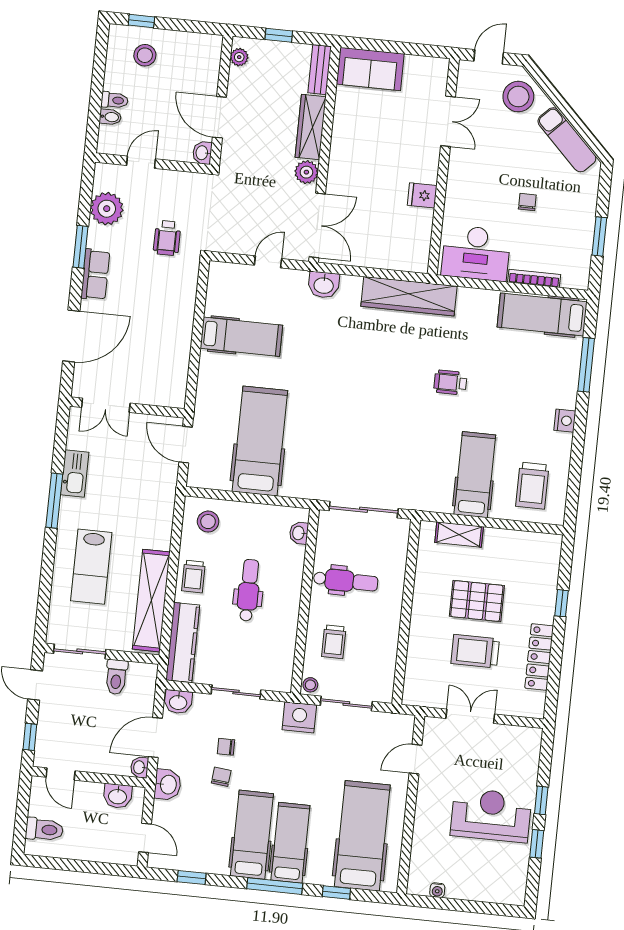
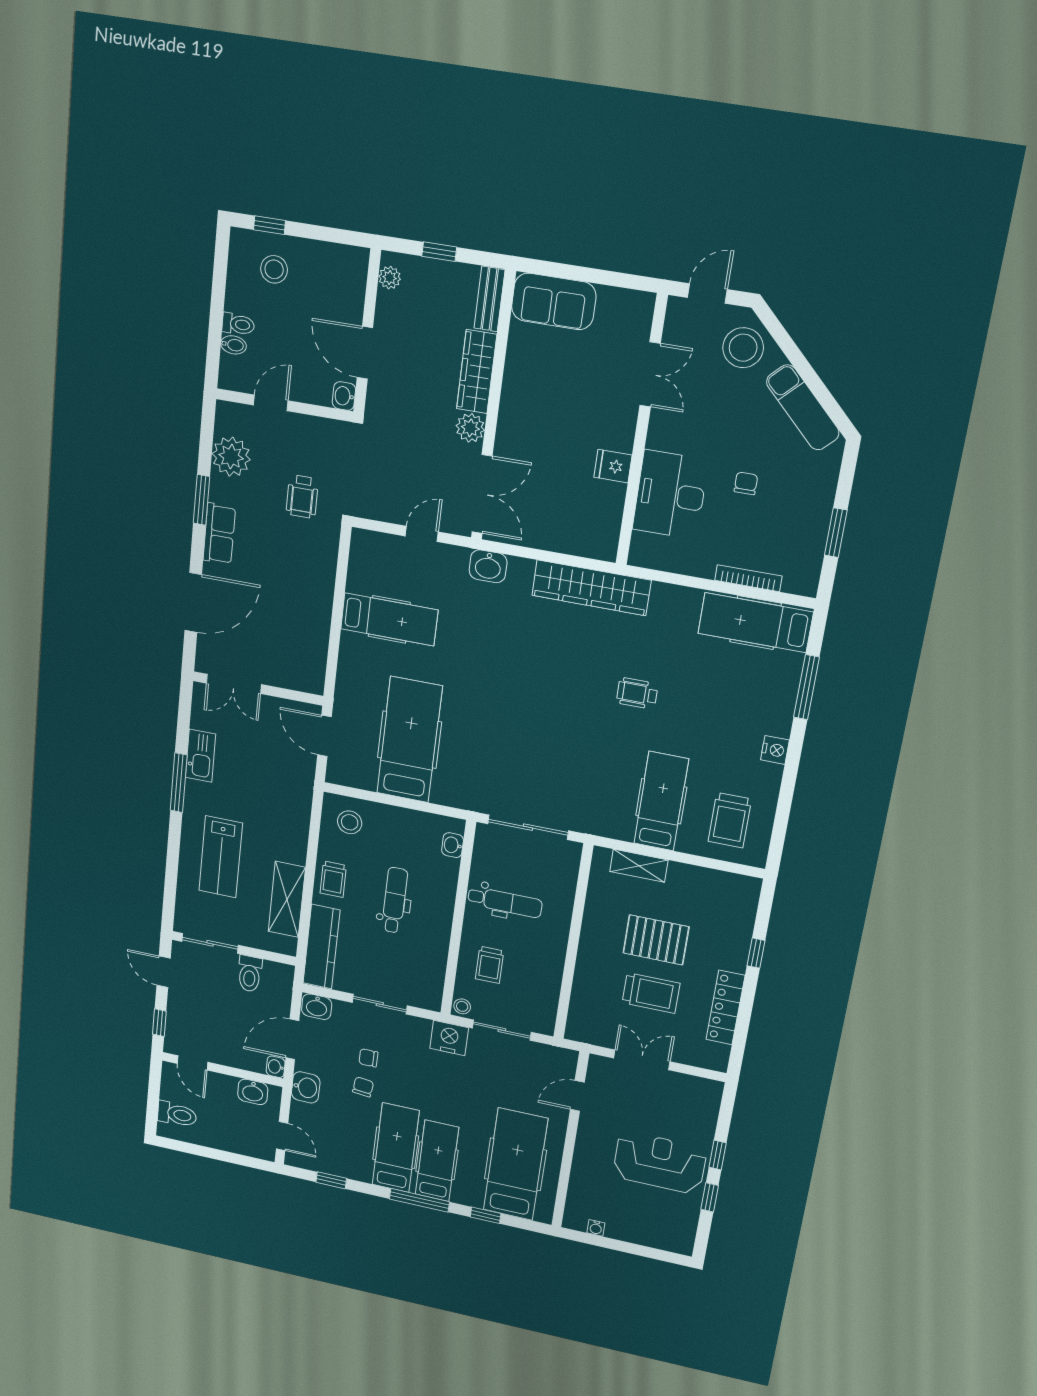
desk: (476, 253) -> (670, 495), moved, turned 90
shelving: (151, 601) -> (287, 899), width x0.68
trolley: (475, 651) -> (651, 993), turned 180

